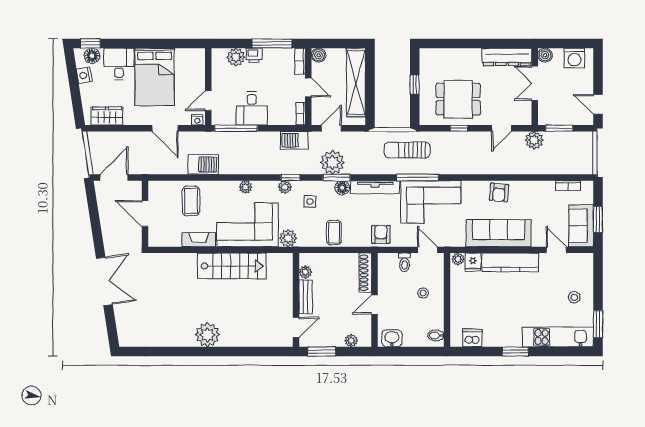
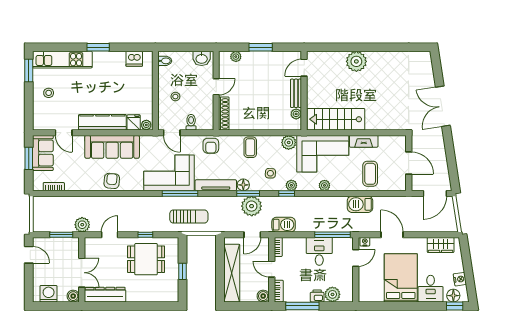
plant: (305, 272) -> (296, 114), moved
bench: (306, 297) -> (296, 93), moved
wall: (296, 300) -> (304, 91), moved
door: (296, 327) -> (304, 68), moved

